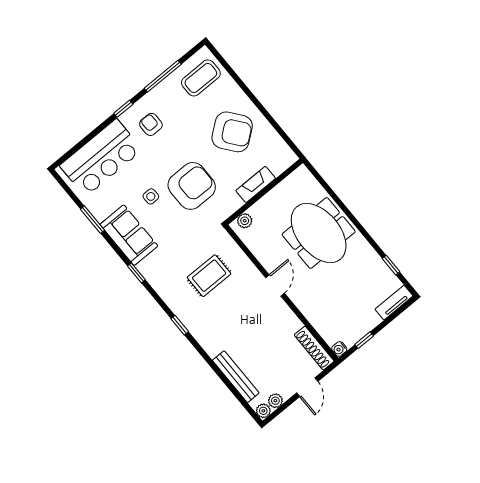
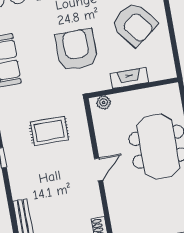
armchair: (192, 186) -> (76, 50), turned -90
side table: (151, 196) -> (38, 39), removed

